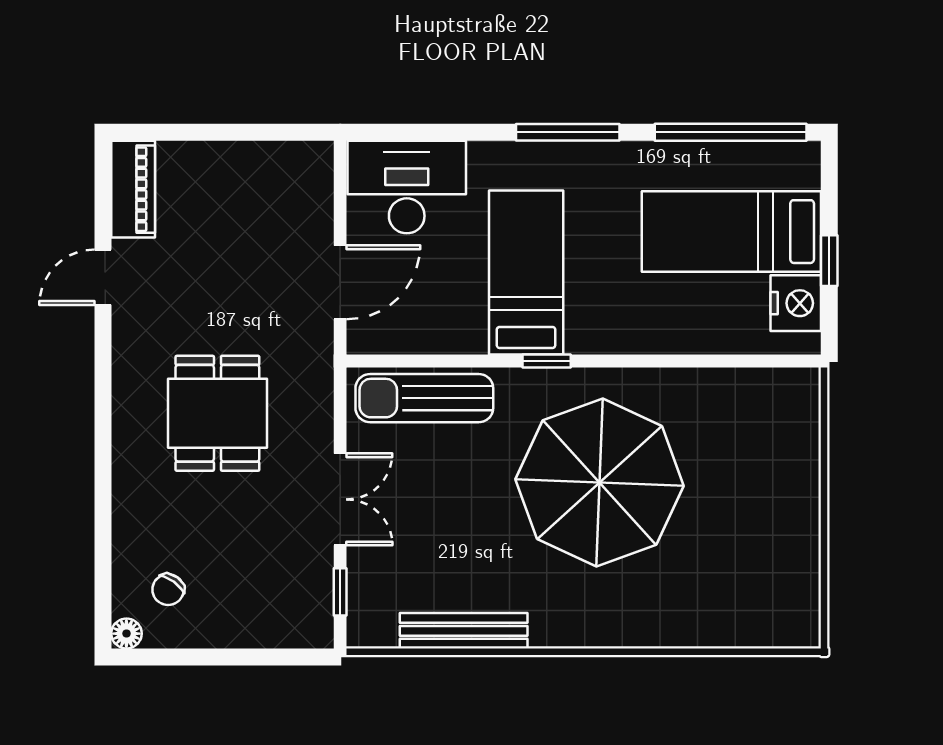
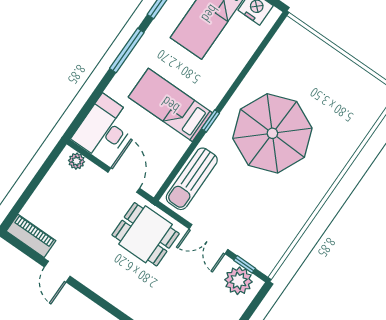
plant: (317, 178) -> (76, 161), added
dining table: (217, 413) -> (146, 234), moved
double door: (340, 499) -> (208, 239), swing flipped
plant: (304, 601) -> (238, 281), added
bench: (464, 631) -> (293, 227), removed

